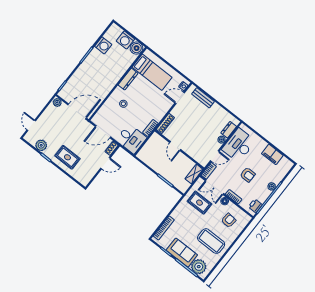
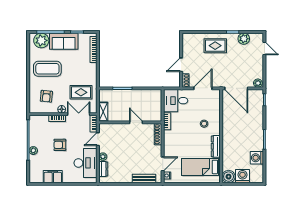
door: (77, 111) -> (236, 88), hinge flipped
printer: (255, 206) -> (34, 125), removed

